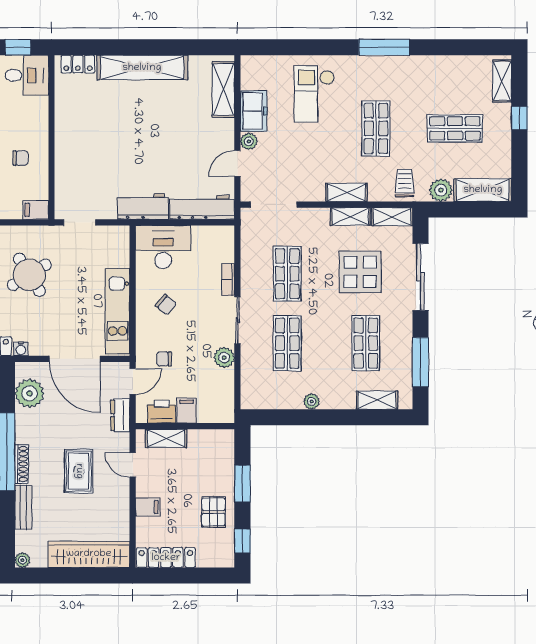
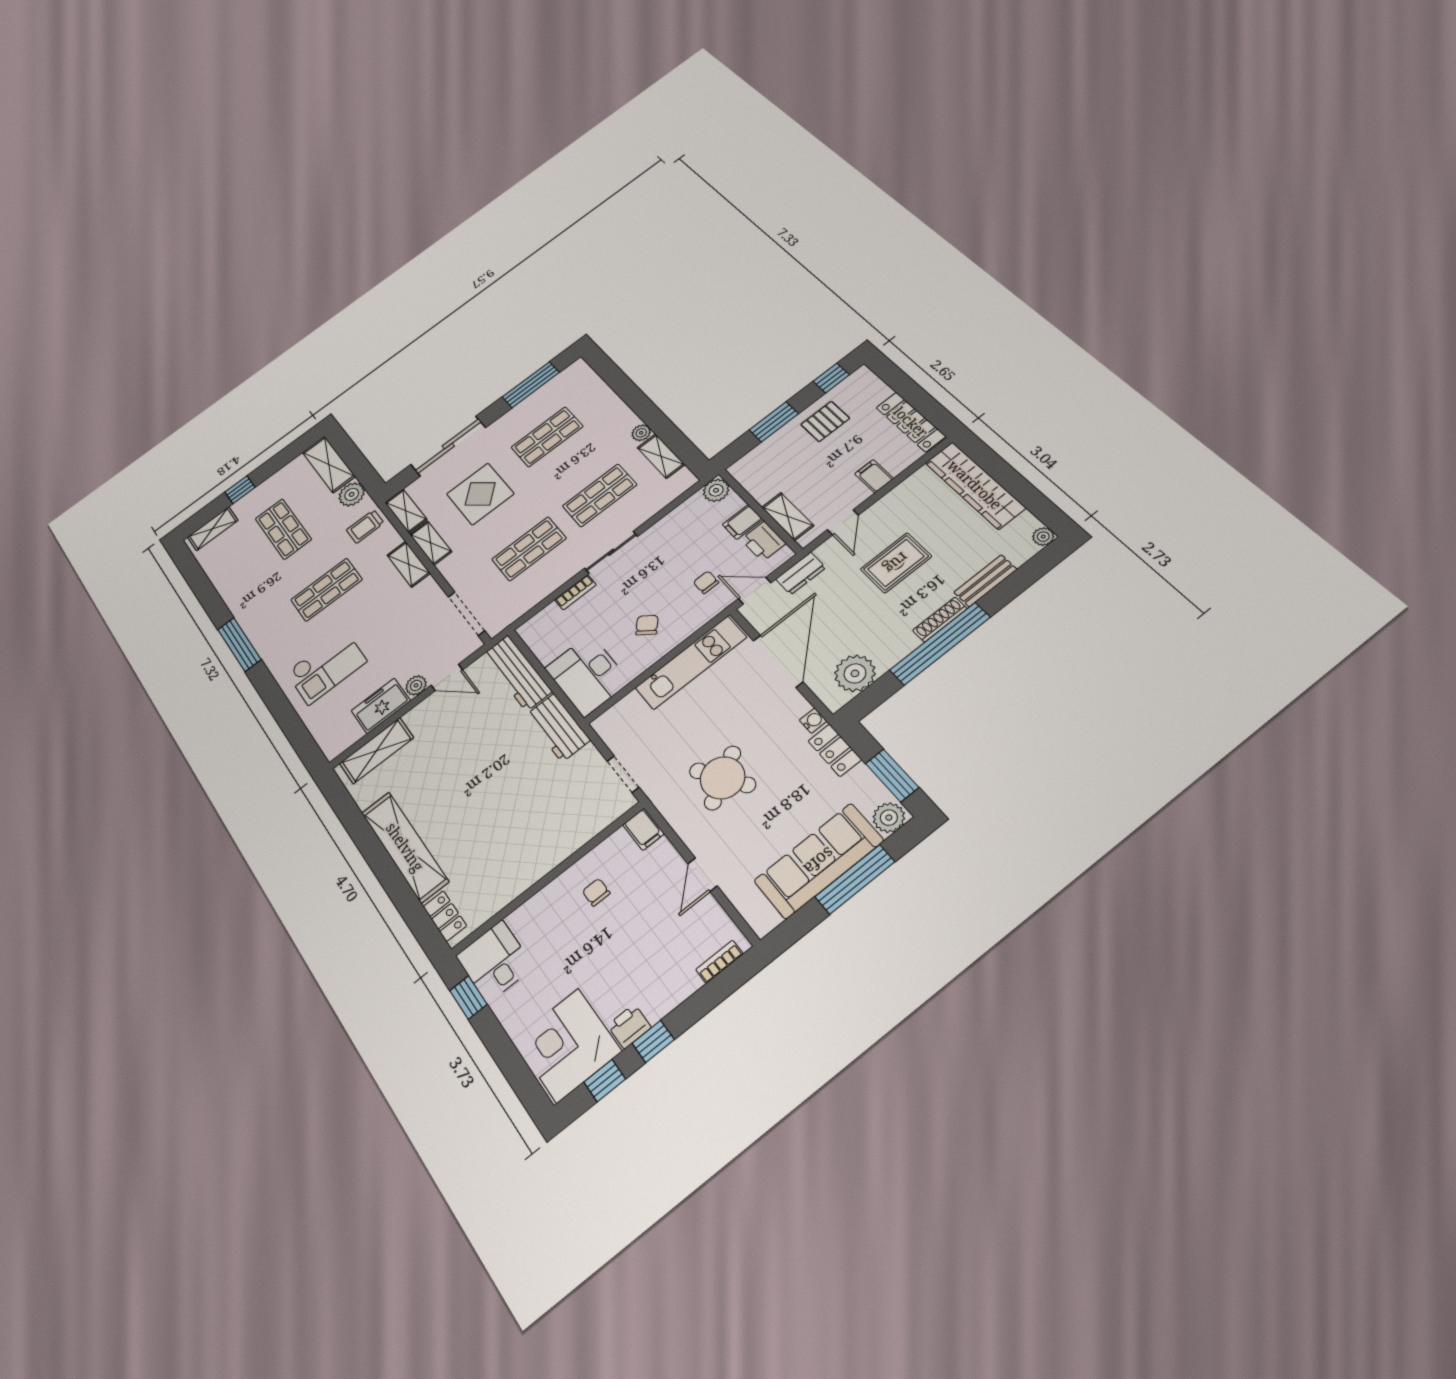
plant: (224, 358) -> (716, 490), moved
chair: (164, 359) -> (706, 582), turned 180
shelving: (377, 400) -> (661, 456), moved

